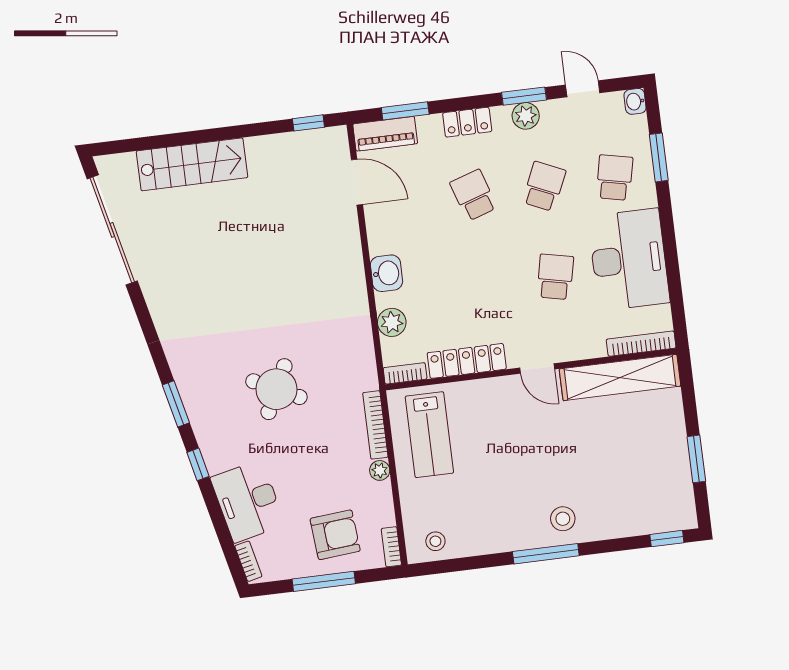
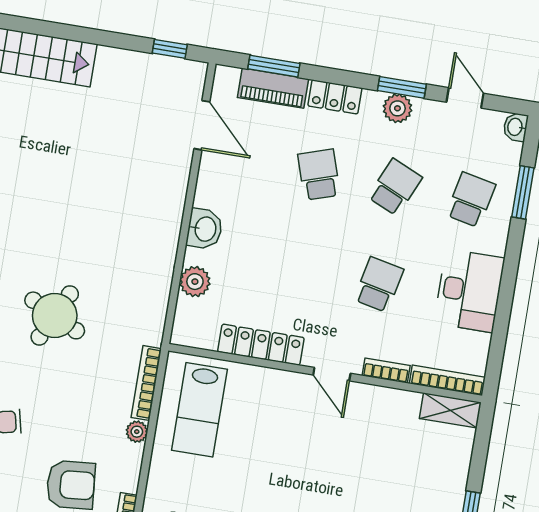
piano: (385, 134) -> (273, 88), moved
desk: (629, 259) -> (469, 291), width x0.73, depth x0.77
bookcase: (405, 373) -> (386, 371), moved
shelving: (620, 377) -> (450, 410), width x0.45, depth x0.75

